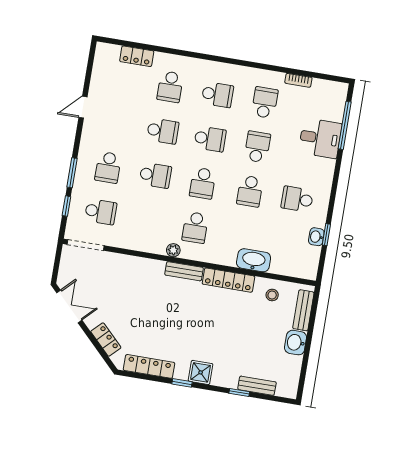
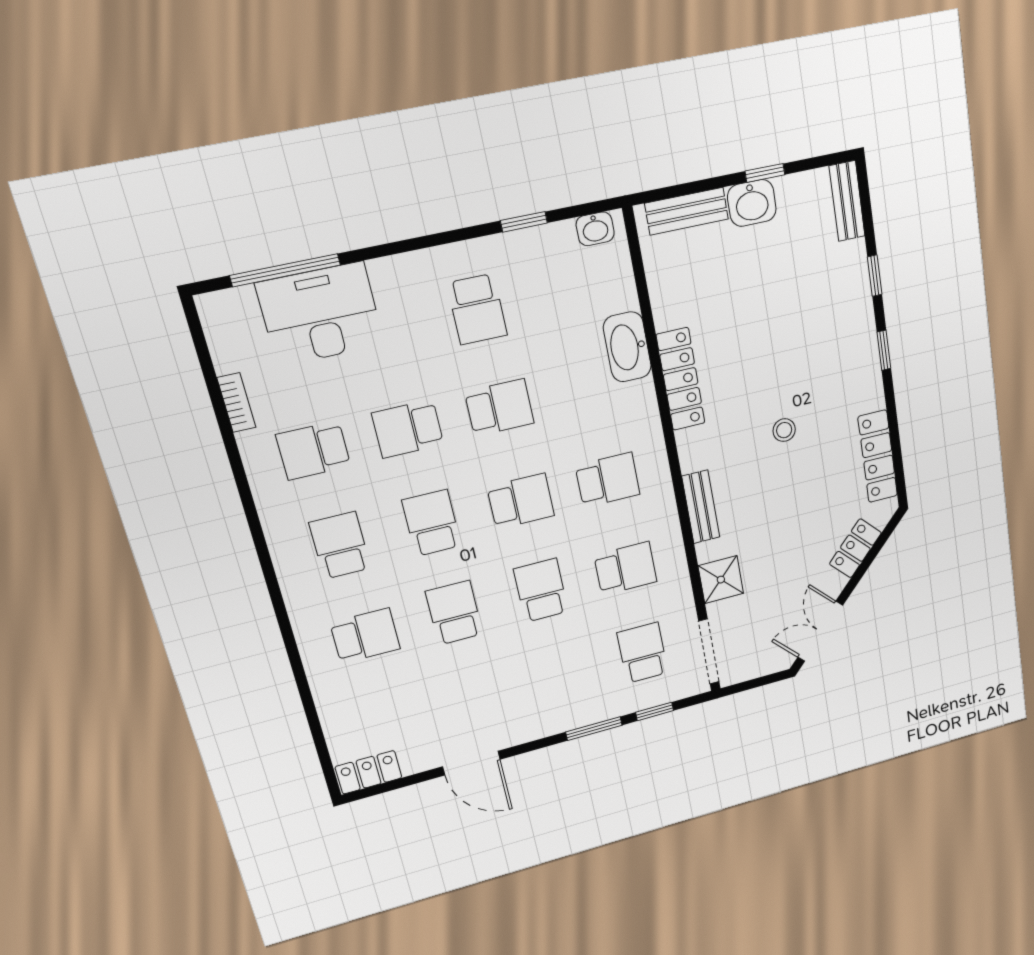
locker: (137, 56) -> (369, 772), moved, turned -90
door: (83, 107) -> (471, 763), width x1.38
desk: (320, 138) -> (320, 314), width x1.37
school desk: (108, 167) -> (625, 568), moved
washbasin: (316, 237) -> (595, 229), moved
plant: (173, 250) -> (663, 501), removed
bench: (184, 271) -> (701, 507), moved
stool: (272, 295) -> (784, 430), moved
window: (307, 353) -> (765, 173), added
shower: (201, 372) -> (721, 580), moved
window: (182, 383) -> (884, 350), moved
bench: (257, 386) -> (847, 201), moved

